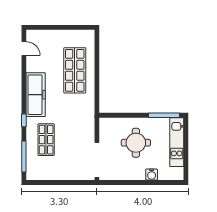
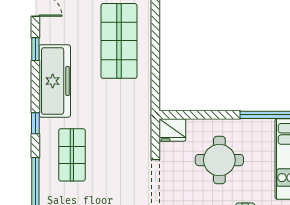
window: (24, 75) -> (35, 49), added
fridge: (107, 124) -> (172, 130), added

